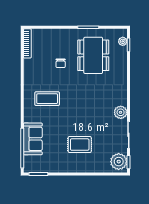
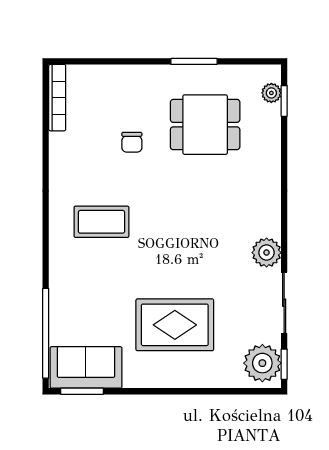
dining table: (93, 55) -> (205, 125), width x0.73
sofa: (33, 139) -> (86, 367), moved, turned -90
rug: (80, 145) -> (175, 325), width x1.36, depth x1.43

